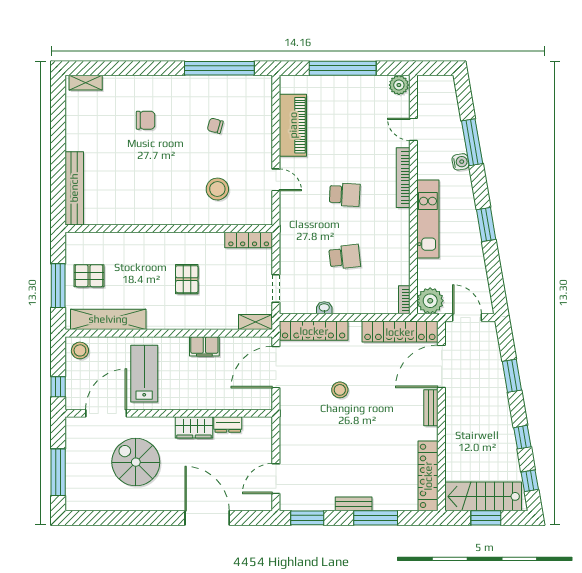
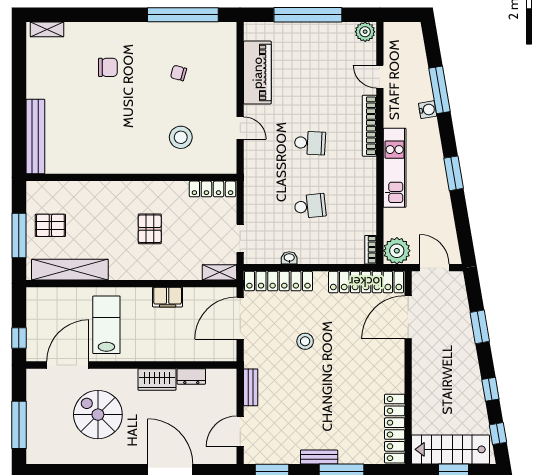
stool: (80, 350) -> (41, 301), removed
bench: (431, 408) -> (251, 387), moved

